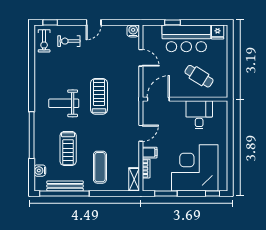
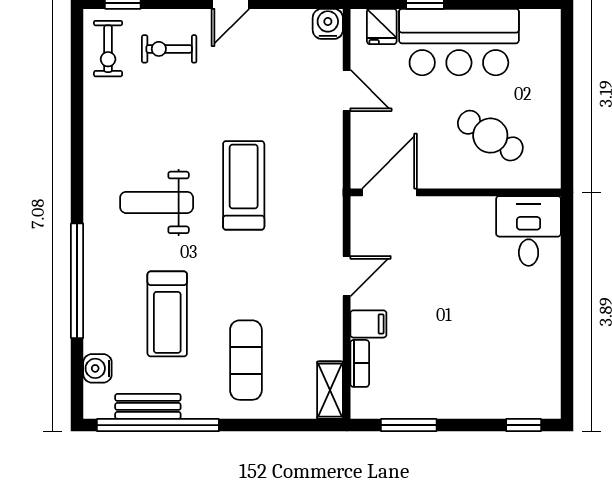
fridge: (218, 32) -> (382, 26), moved
desk: (199, 115) -> (529, 231), moved
corner desk: (195, 168) -> (480, 362), removed
bench: (65, 186) -> (148, 406), width x0.73

